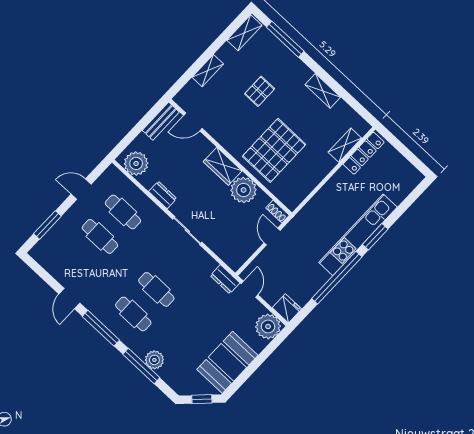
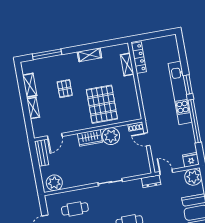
shelving: (244, 33) -> (30, 85), moved
dresser: (163, 195) -> (82, 181), removed

